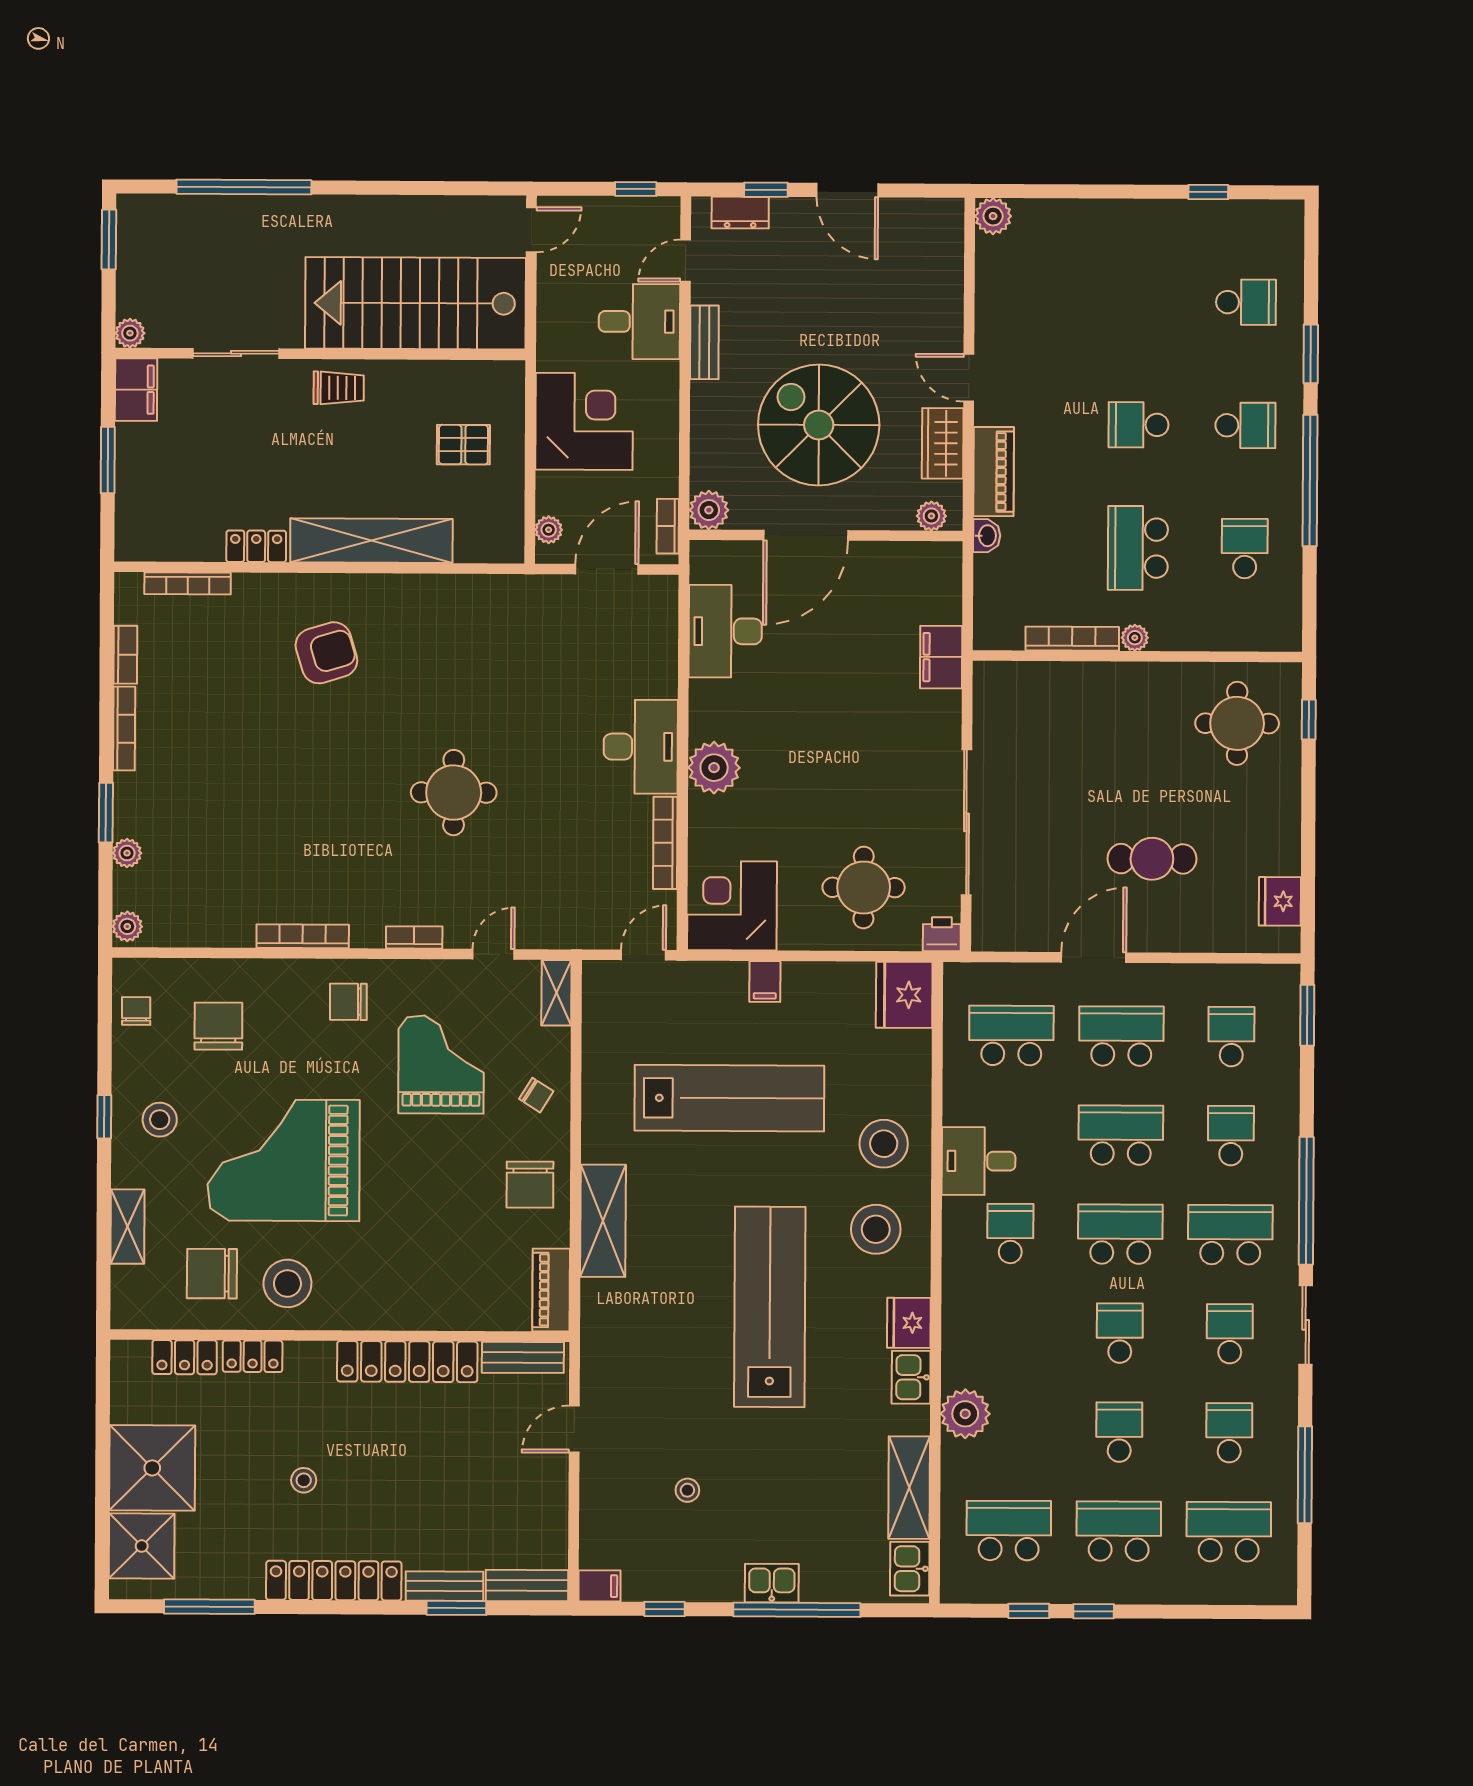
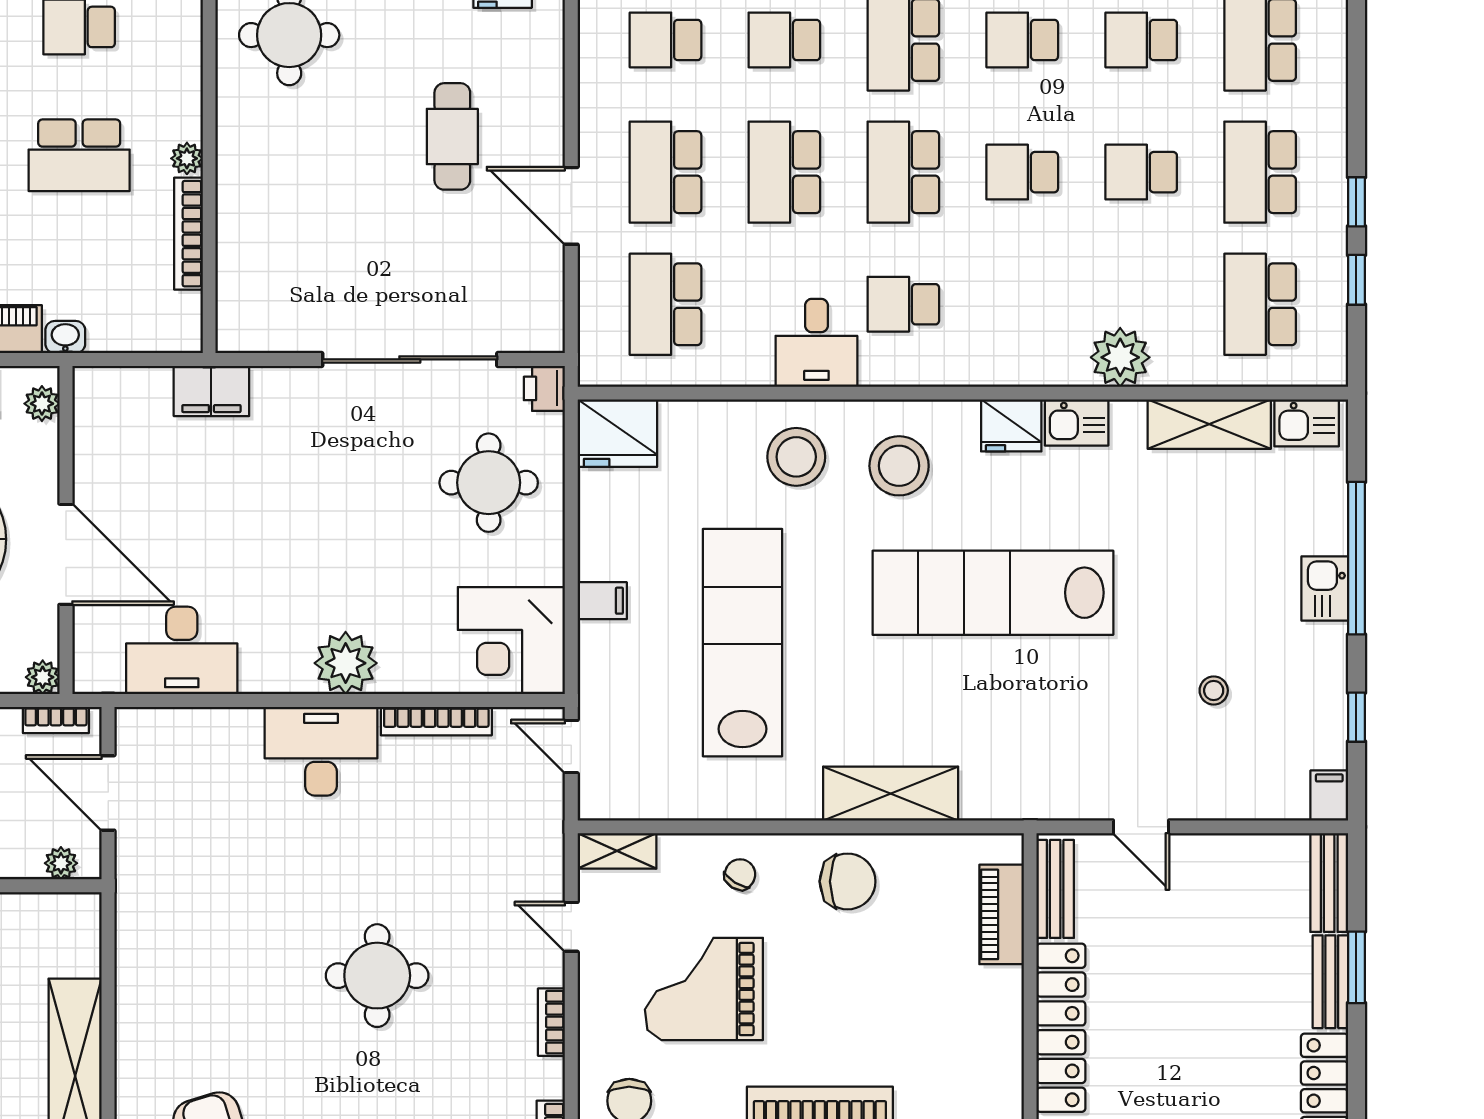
plant: (709, 510) -> (43, 677), width x0.73, depth x0.73
piano: (551, 1290) -> (1002, 914), moved, turned 90

